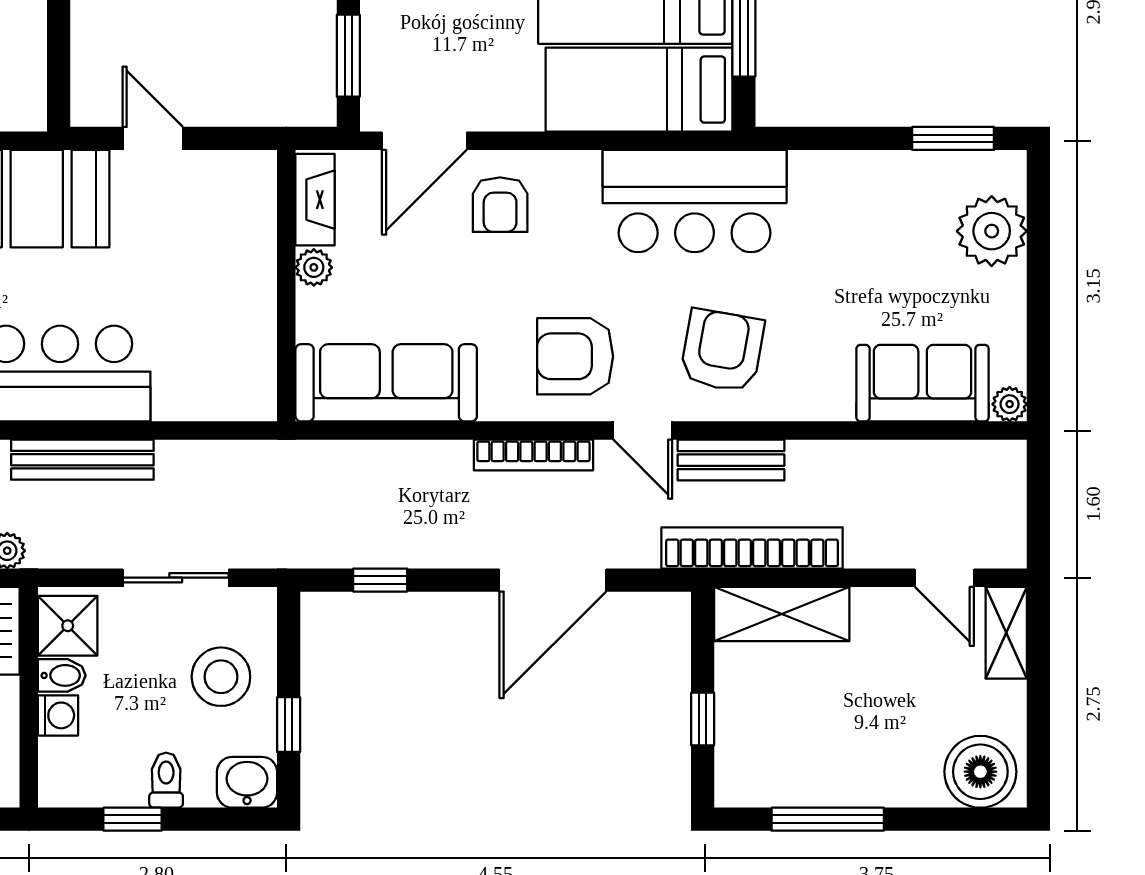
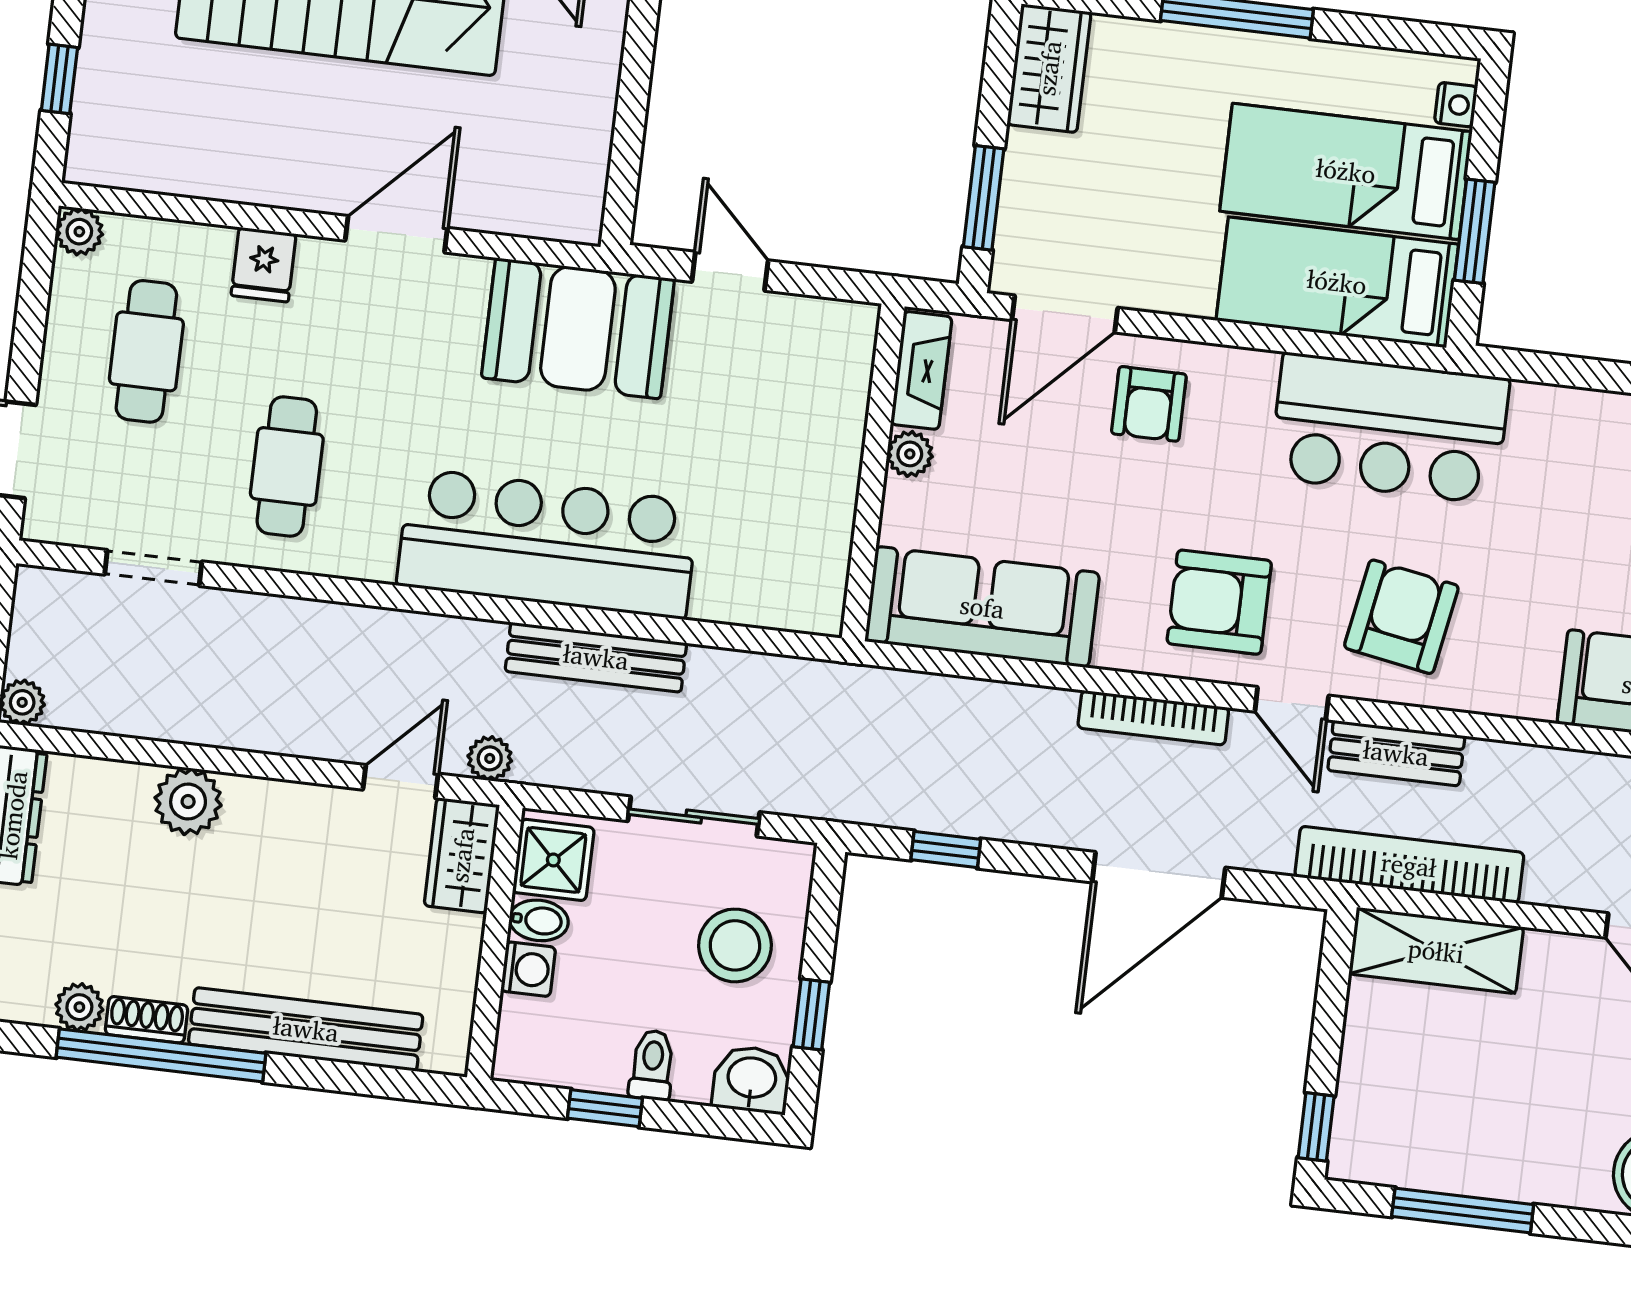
window: (703, 719) -> (1316, 1127), moved

